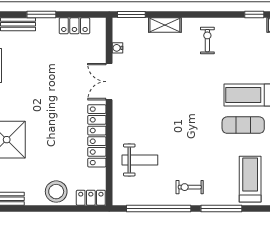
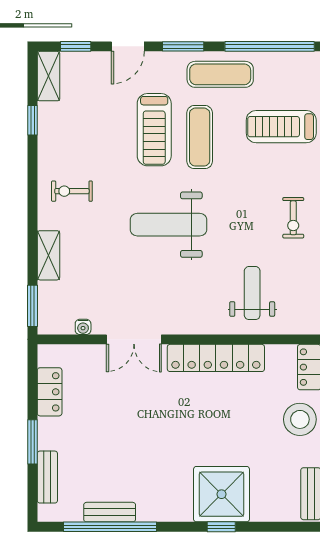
weight bench: (185, 104) -> (168, 225), added

